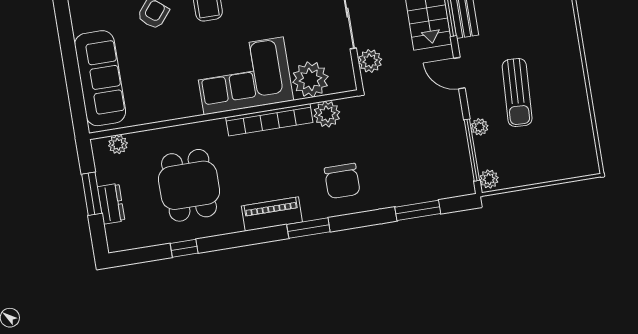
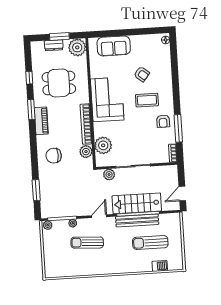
corner sofa: (244, 76) -> (107, 100), moved
sofa: (100, 78) -> (114, 46), width x0.73
plant: (118, 144) -> (77, 47), width x1.87, depth x1.87
window: (308, 228) -> (31, 110), moved

